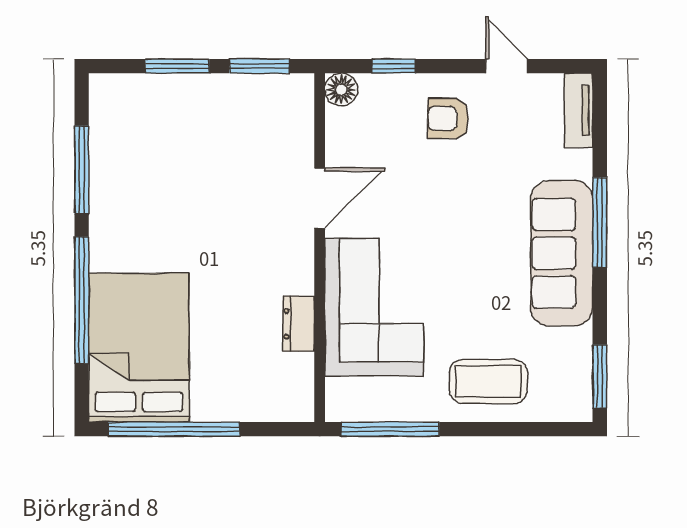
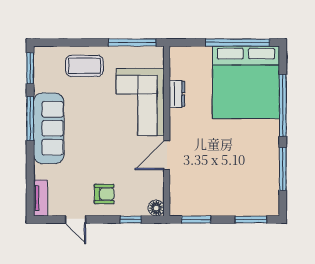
window: (177, 66) -> (251, 220), moved
window: (600, 222) -> (30, 119), moved
bed: (139, 348) -> (246, 82), width x1.36

